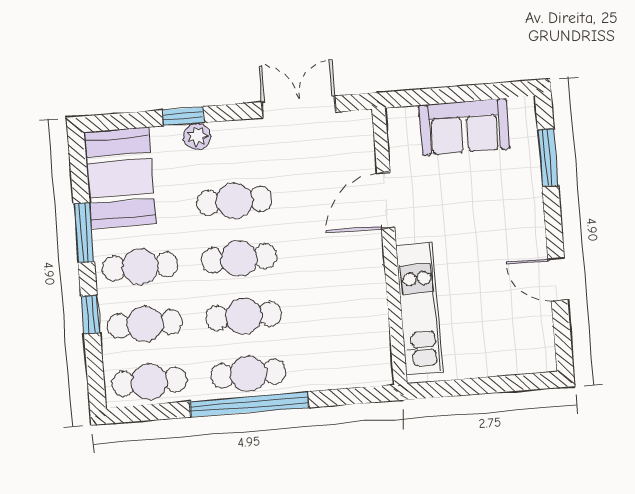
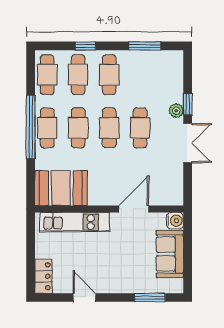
double door: (299, 107) -> (188, 143), moved
water cooler: (402, 122) -> (175, 221), added
booth: (120, 178) -> (61, 188), moved
door: (386, 200) -> (134, 209), hinge flipped
window: (84, 233) -> (145, 46), moved
door: (558, 279) -> (84, 298), hinge flipped
locker: (524, 358) -> (43, 276), added

